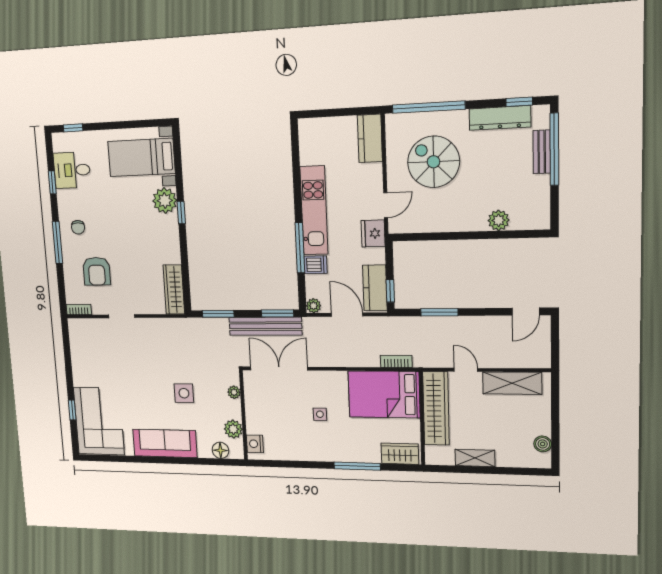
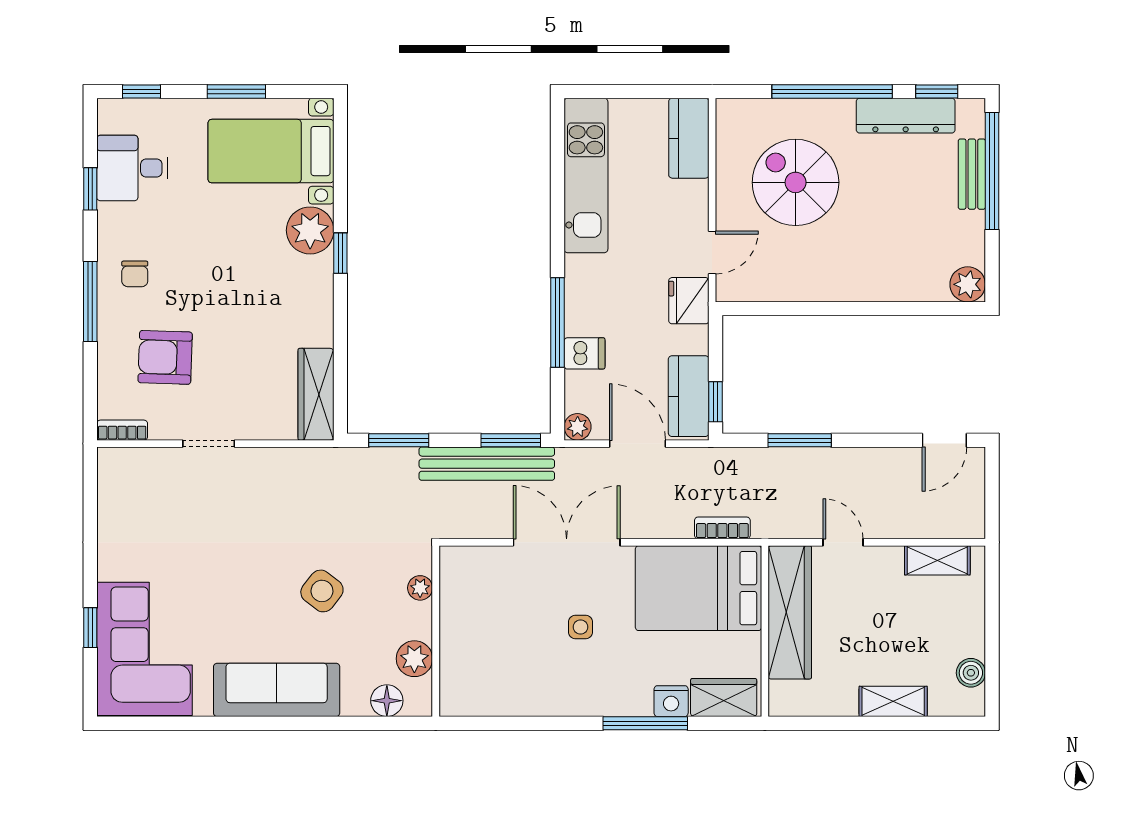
window: (429, 107) -> (832, 91), moved
window: (121, 125) -> (236, 91), added
kitchen unit: (314, 210) -> (586, 175), moved
plant: (499, 220) -> (968, 284), moved
armchair: (97, 271) -> (165, 357), turned 92
double door: (279, 369) -> (567, 542), moved
shelving: (512, 383) -> (937, 560), width x0.67, depth x0.75
side table: (184, 393) -> (322, 591), turned 38
nightstand: (255, 444) -> (671, 701), moved, turned -90
shelving: (475, 458) -> (893, 701), moved

